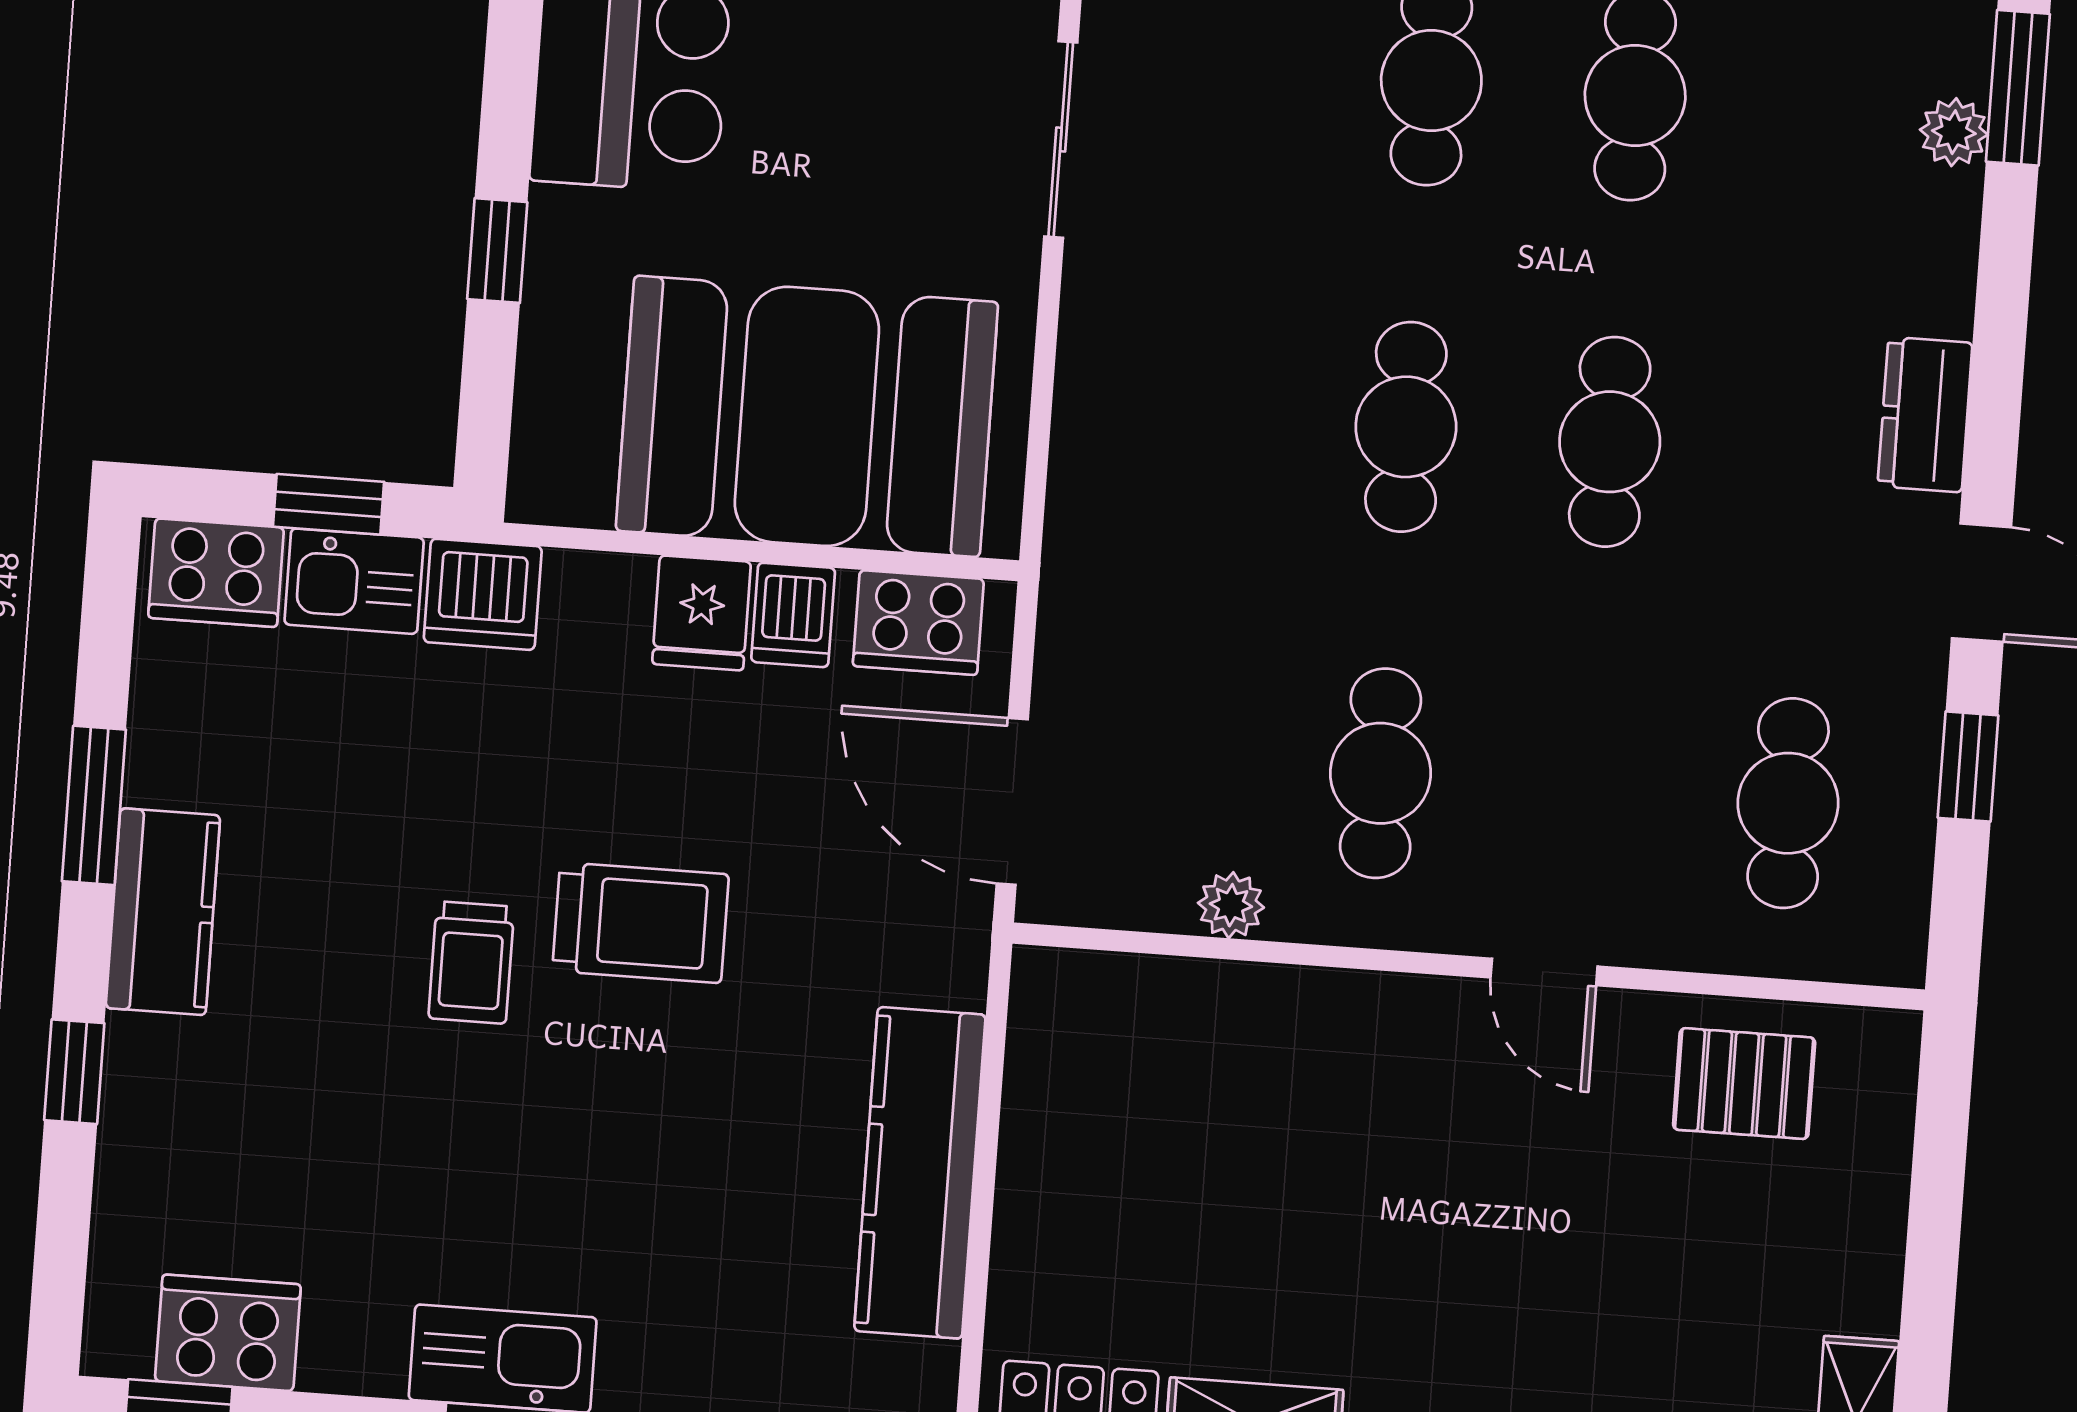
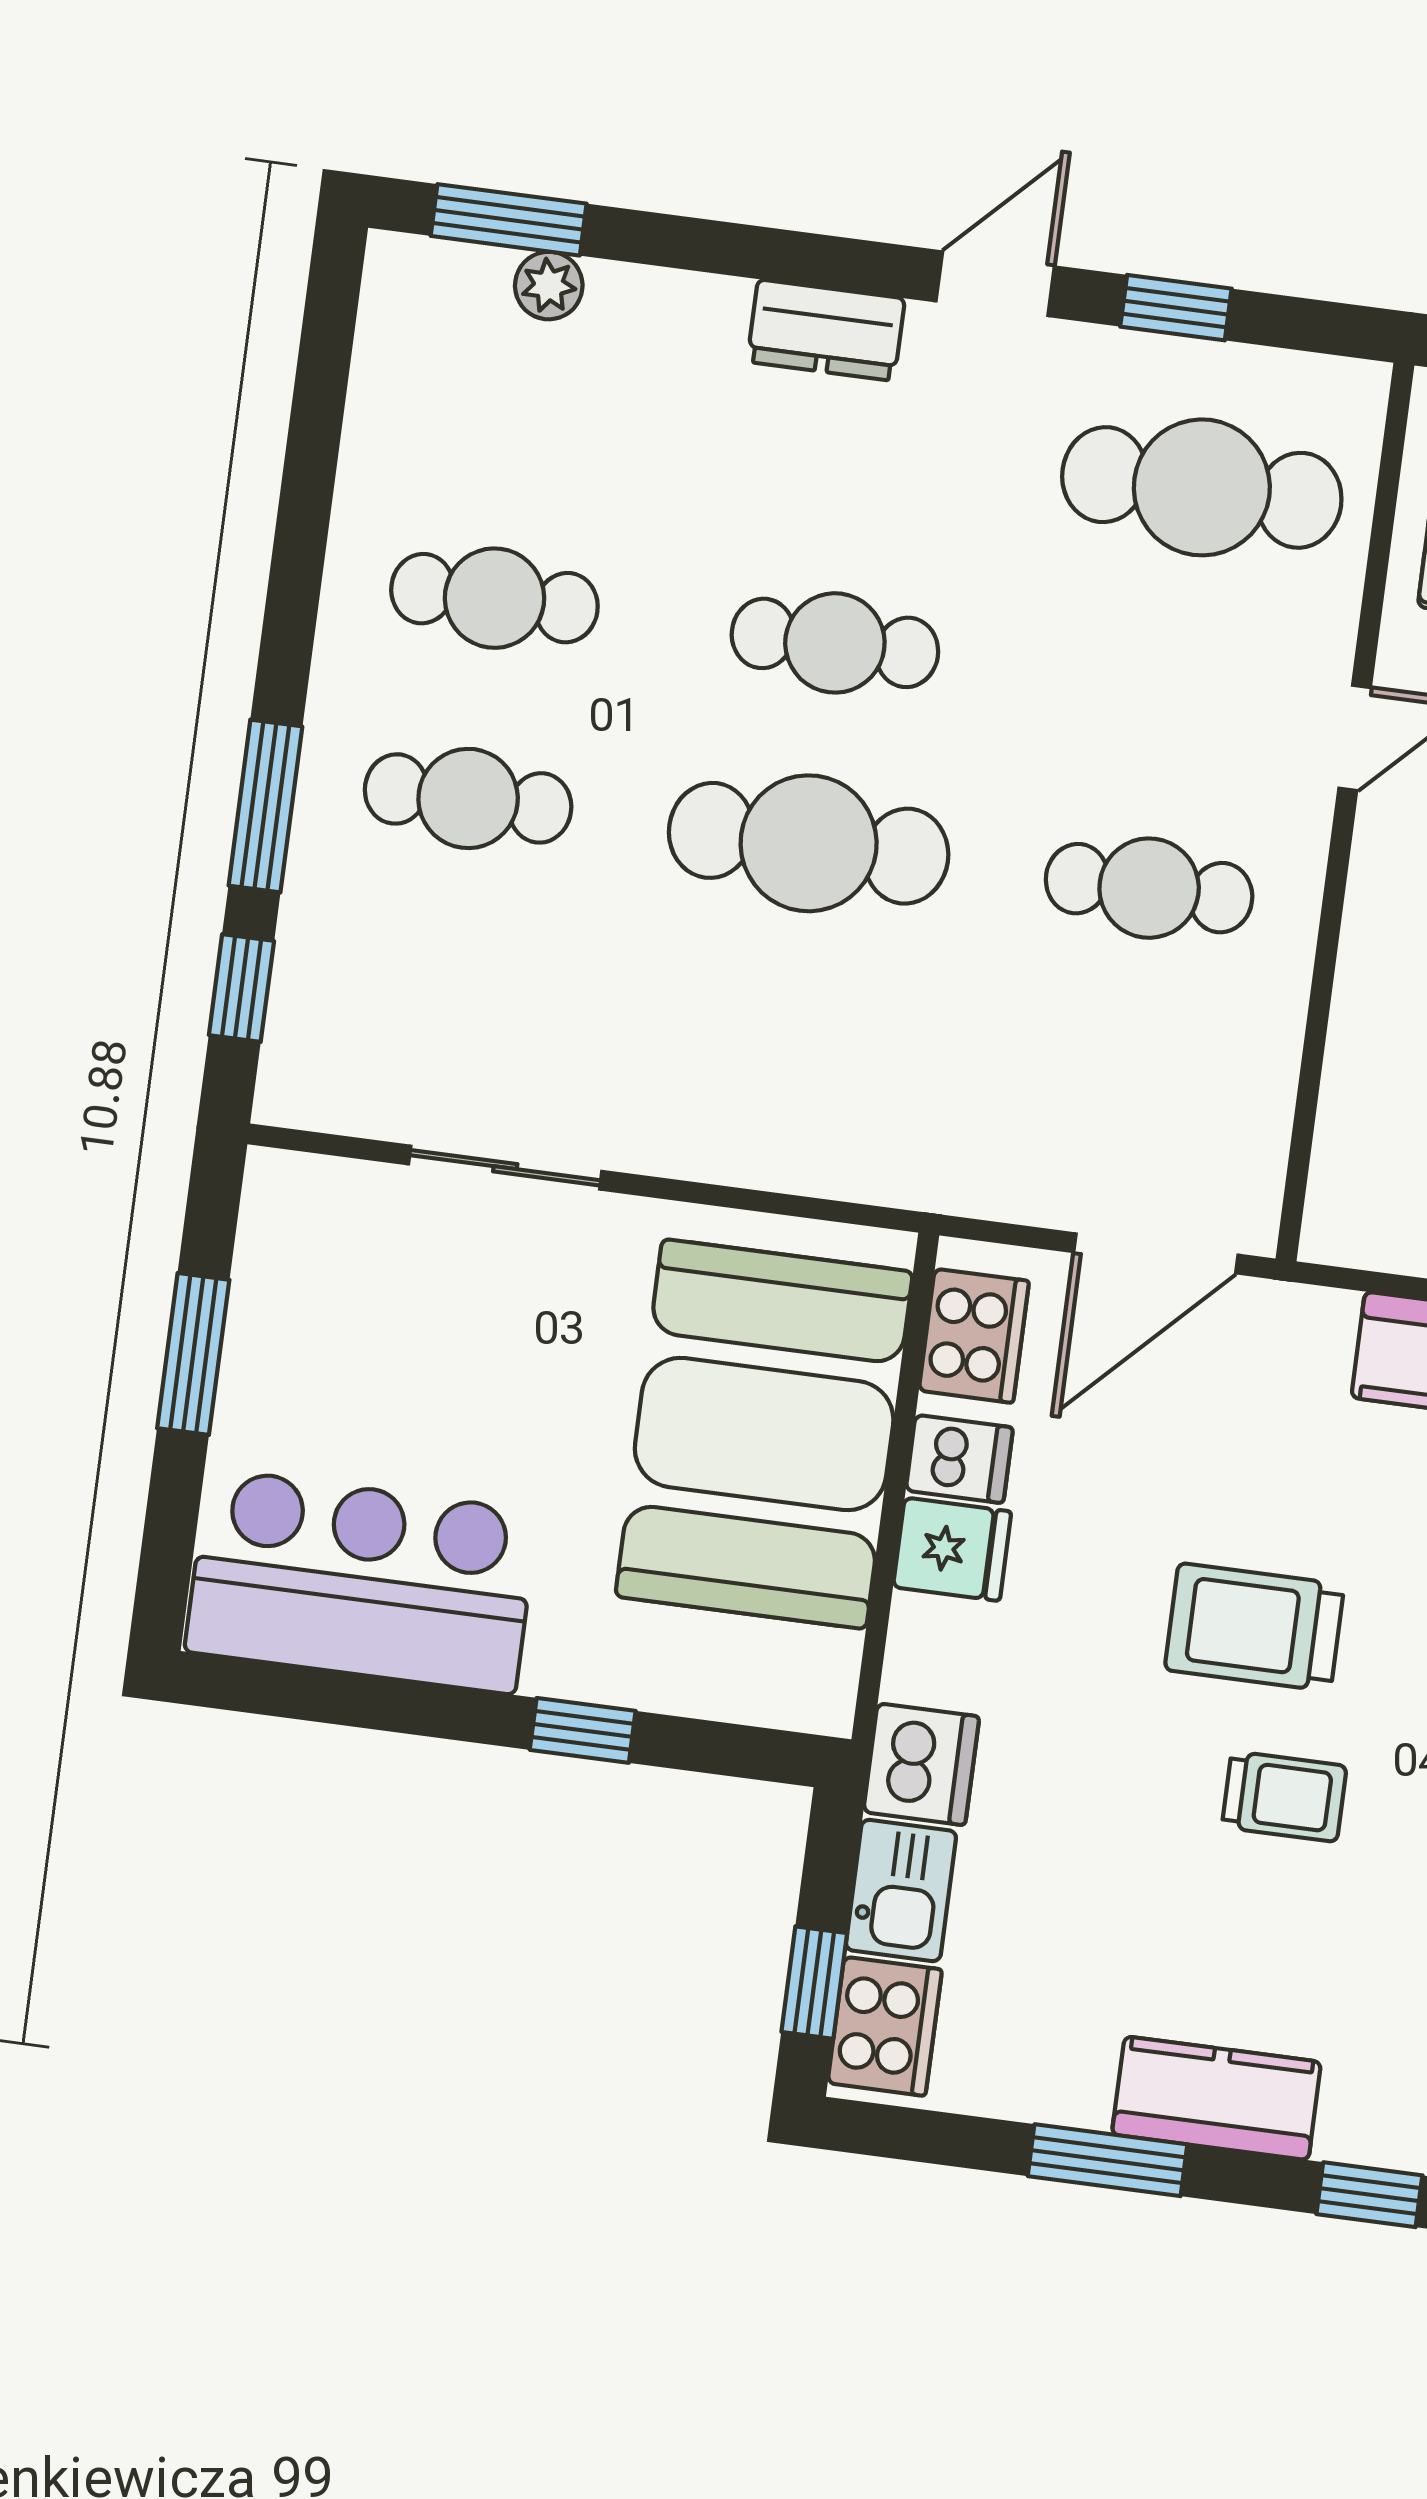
cafe table: (1406, 427) -> (809, 843), width x1.37, depth x1.35
window: (329, 504) -> (814, 1983), moved
cafe table: (1788, 803) -> (1202, 487), width x1.37, depth x1.35
plant: (1231, 905) -> (1271, 1043), removed
trolley: (641, 923) -> (1254, 1627), turned -90

